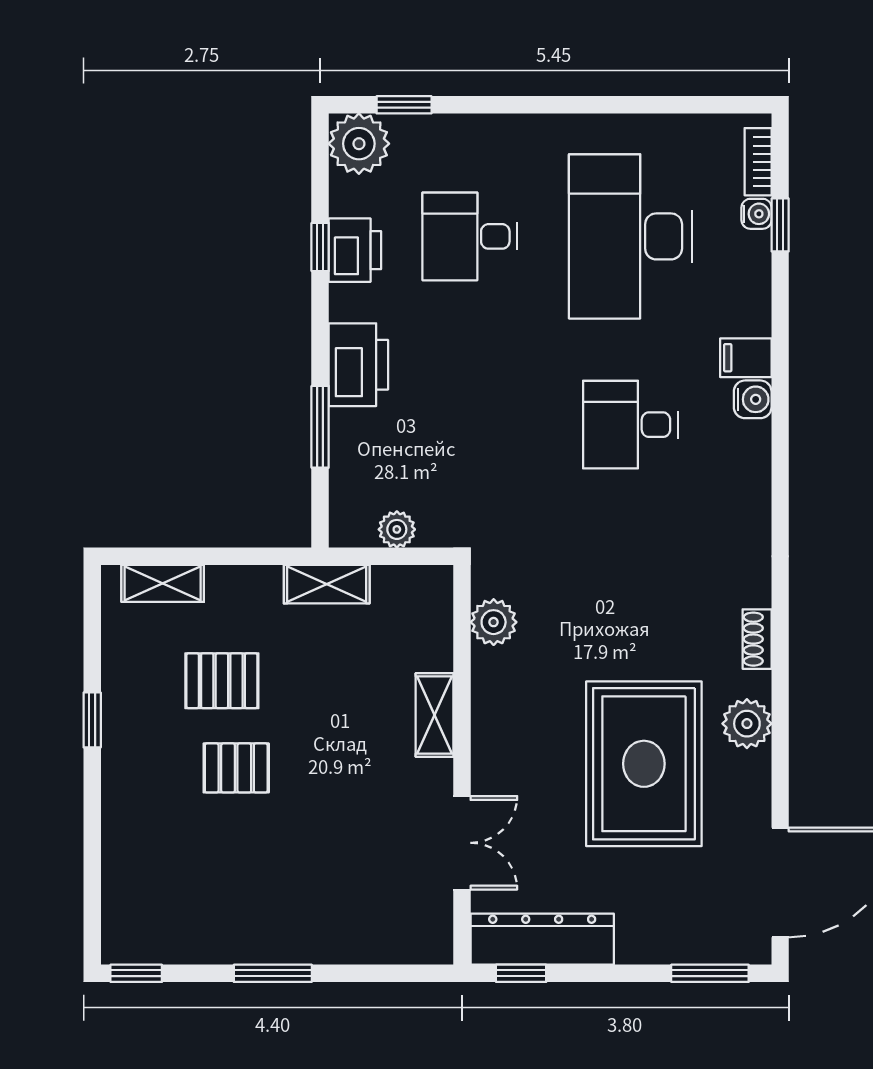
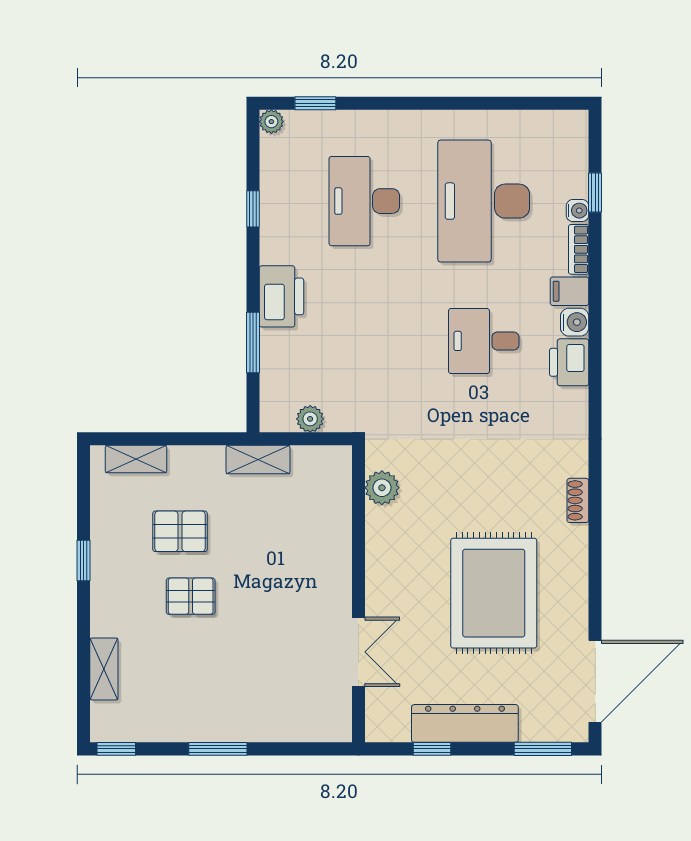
plant: (359, 144) -> (271, 122), width x0.53, depth x0.53
bookcase: (758, 162) -> (579, 249), moved
water cooler: (756, 214) -> (577, 211), moved
desk: (470, 236) -> (364, 201), width x1.37
printer: (355, 250) -> (569, 362), moved, turned 180
shelving: (435, 715) -> (104, 669), moved
plant: (747, 724) -> (570, 563), removed
dresser: (542, 939) -> (465, 723), moved
window: (521, 973) -> (432, 749), moved

